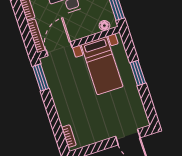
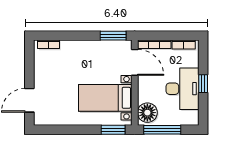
floor lamp: (104, 26) -> (147, 113), width x1.89, depth x1.89
window: (138, 73) -> (113, 130), moved

